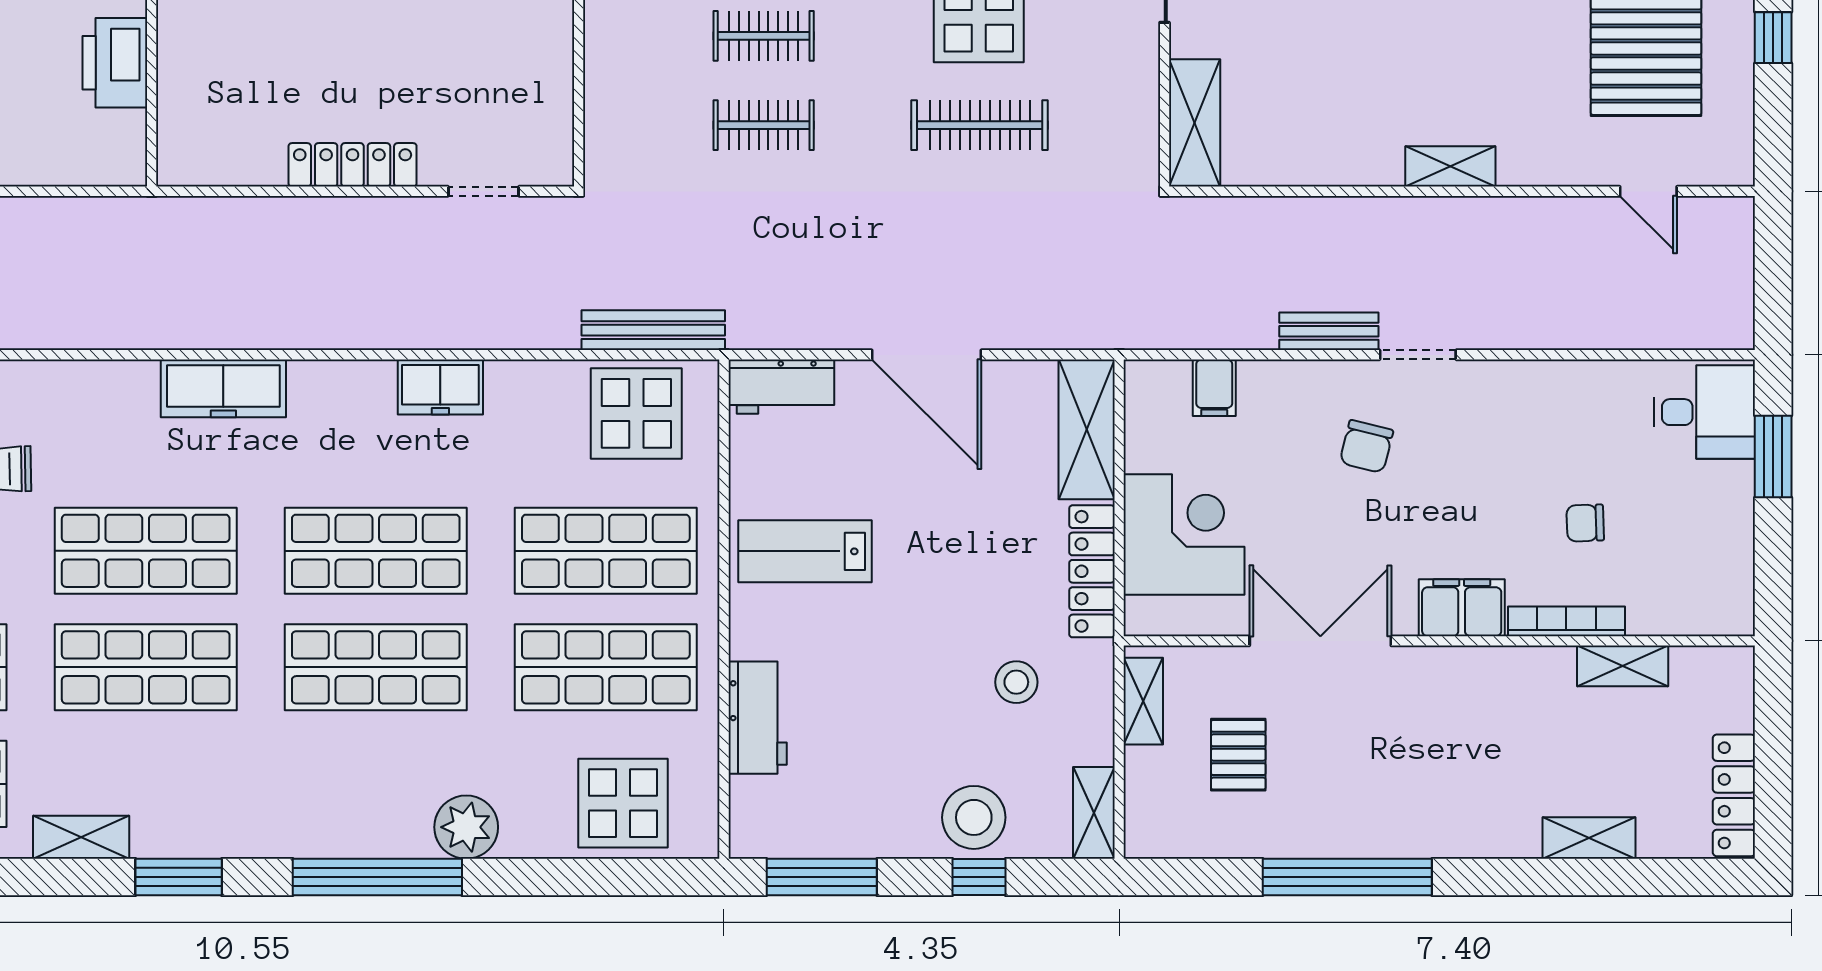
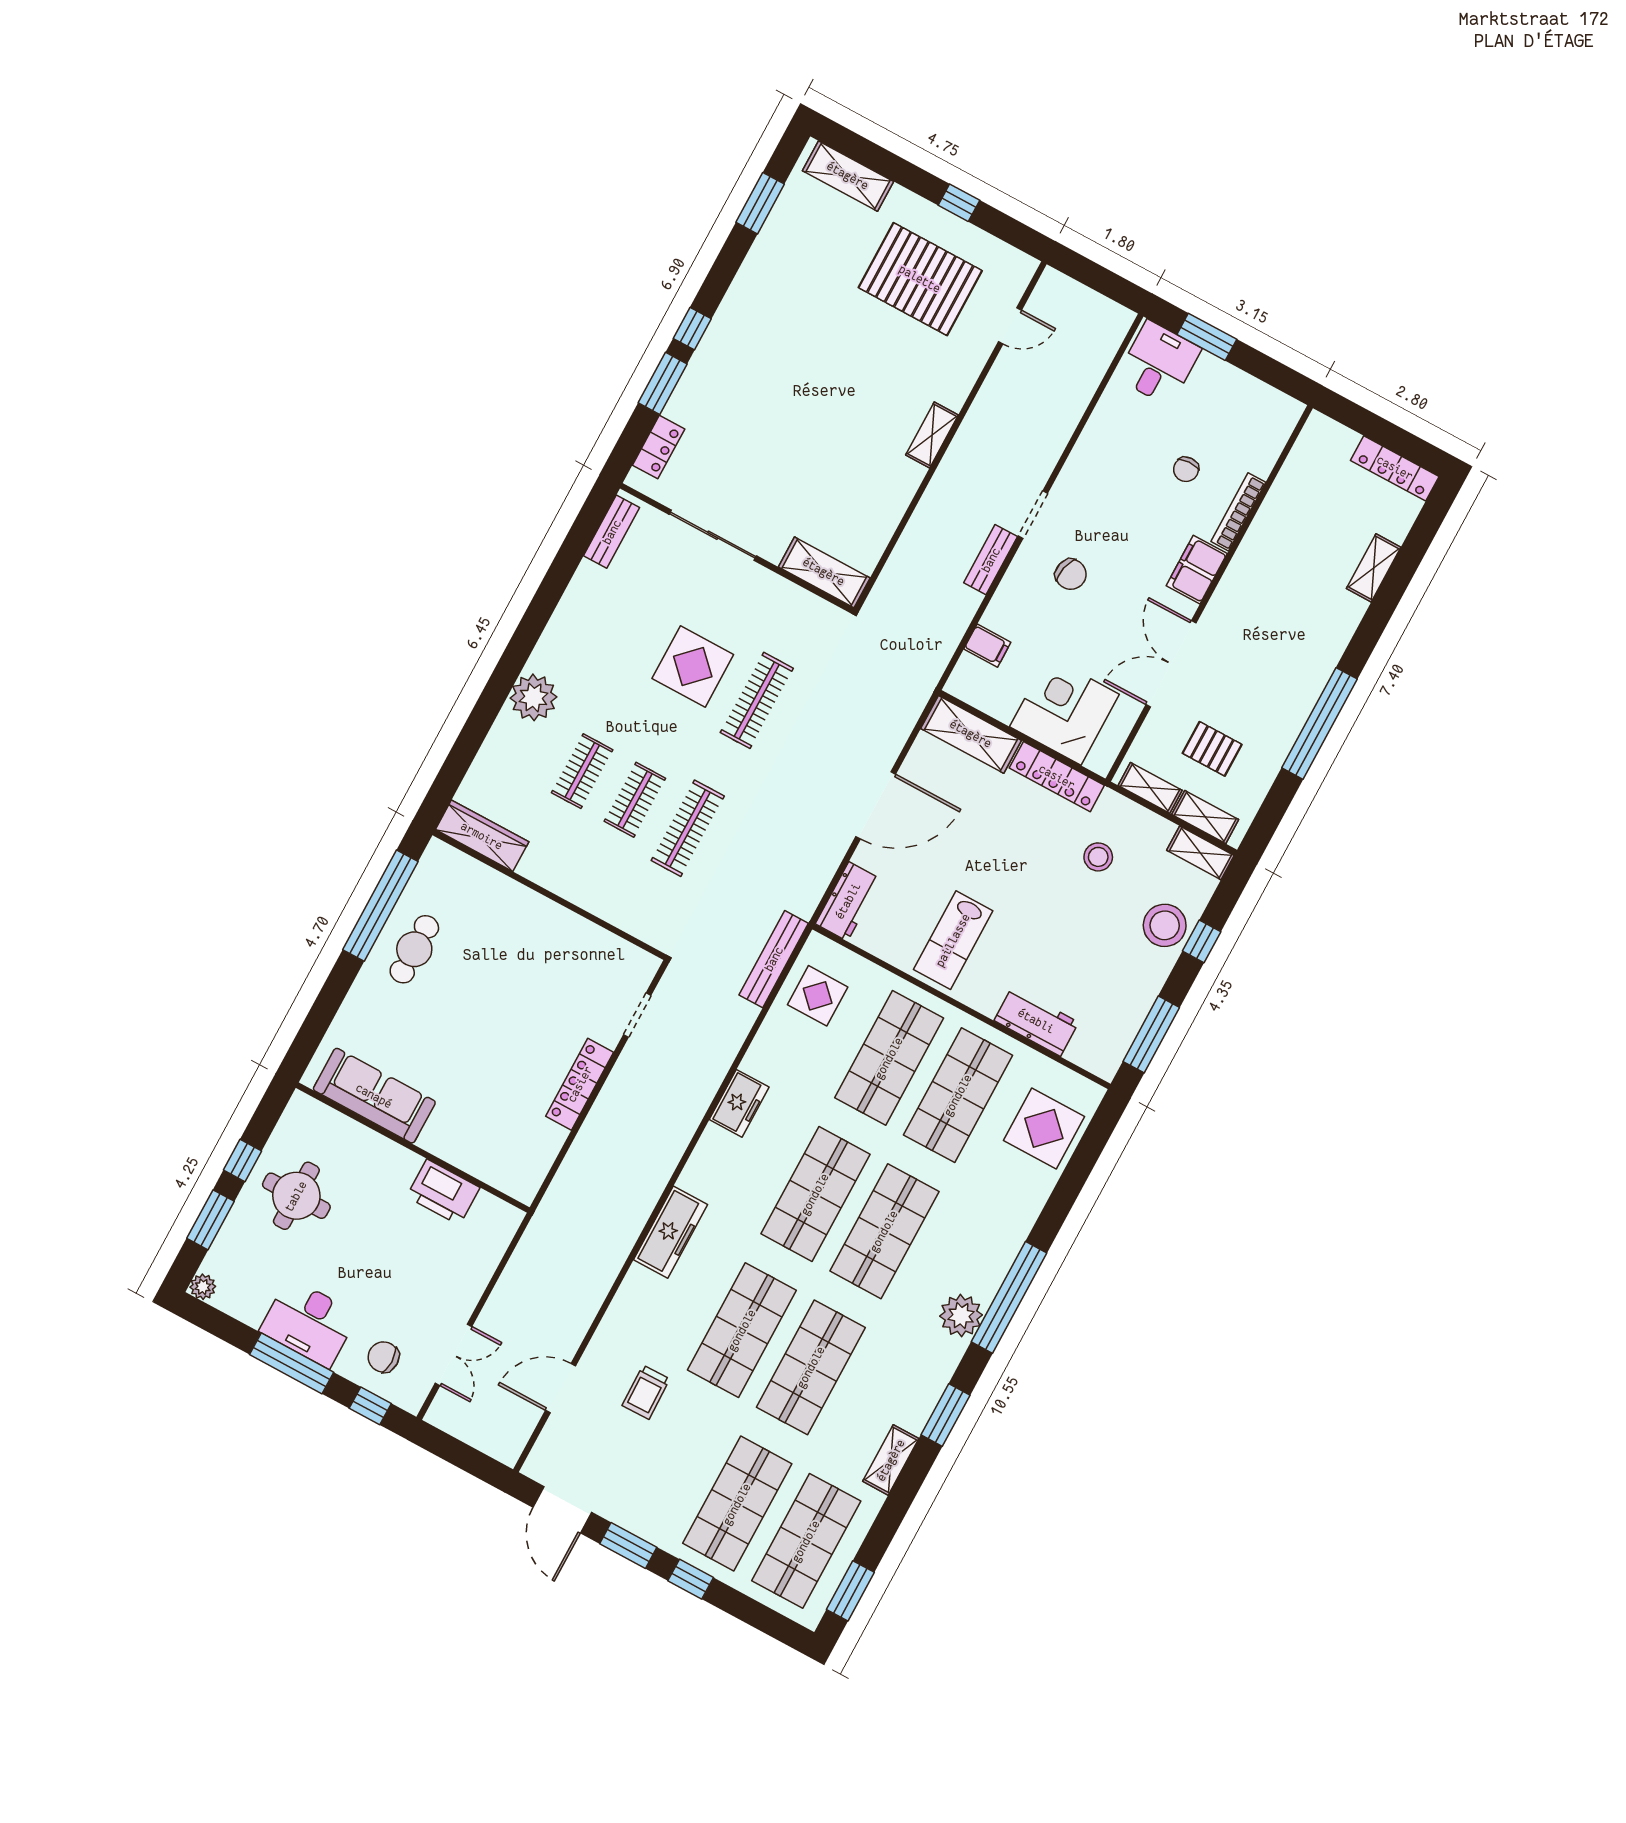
clothes rail: (764, 125) -> (688, 828), width x1.36
display table: (636, 413) -> (818, 996), width x0.73, depth x0.73
shelving: (1623, 666) -> (1205, 817), moved, turned 90
plant: (466, 827) -> (961, 1316), moved

